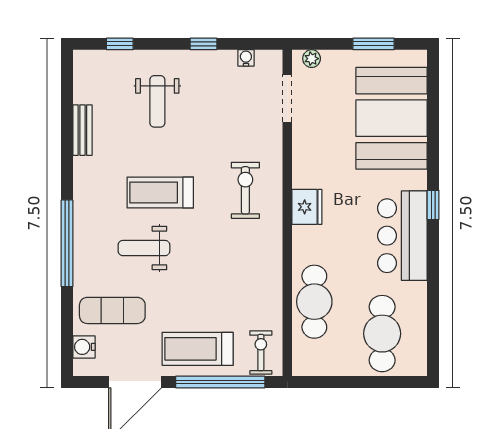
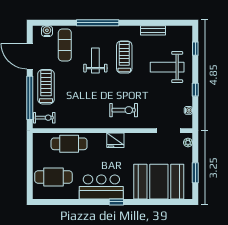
weight bench: (157, 101) -> (167, 67), width x1.36, depth x1.33
treadmill: (160, 193) -> (124, 57), moved

